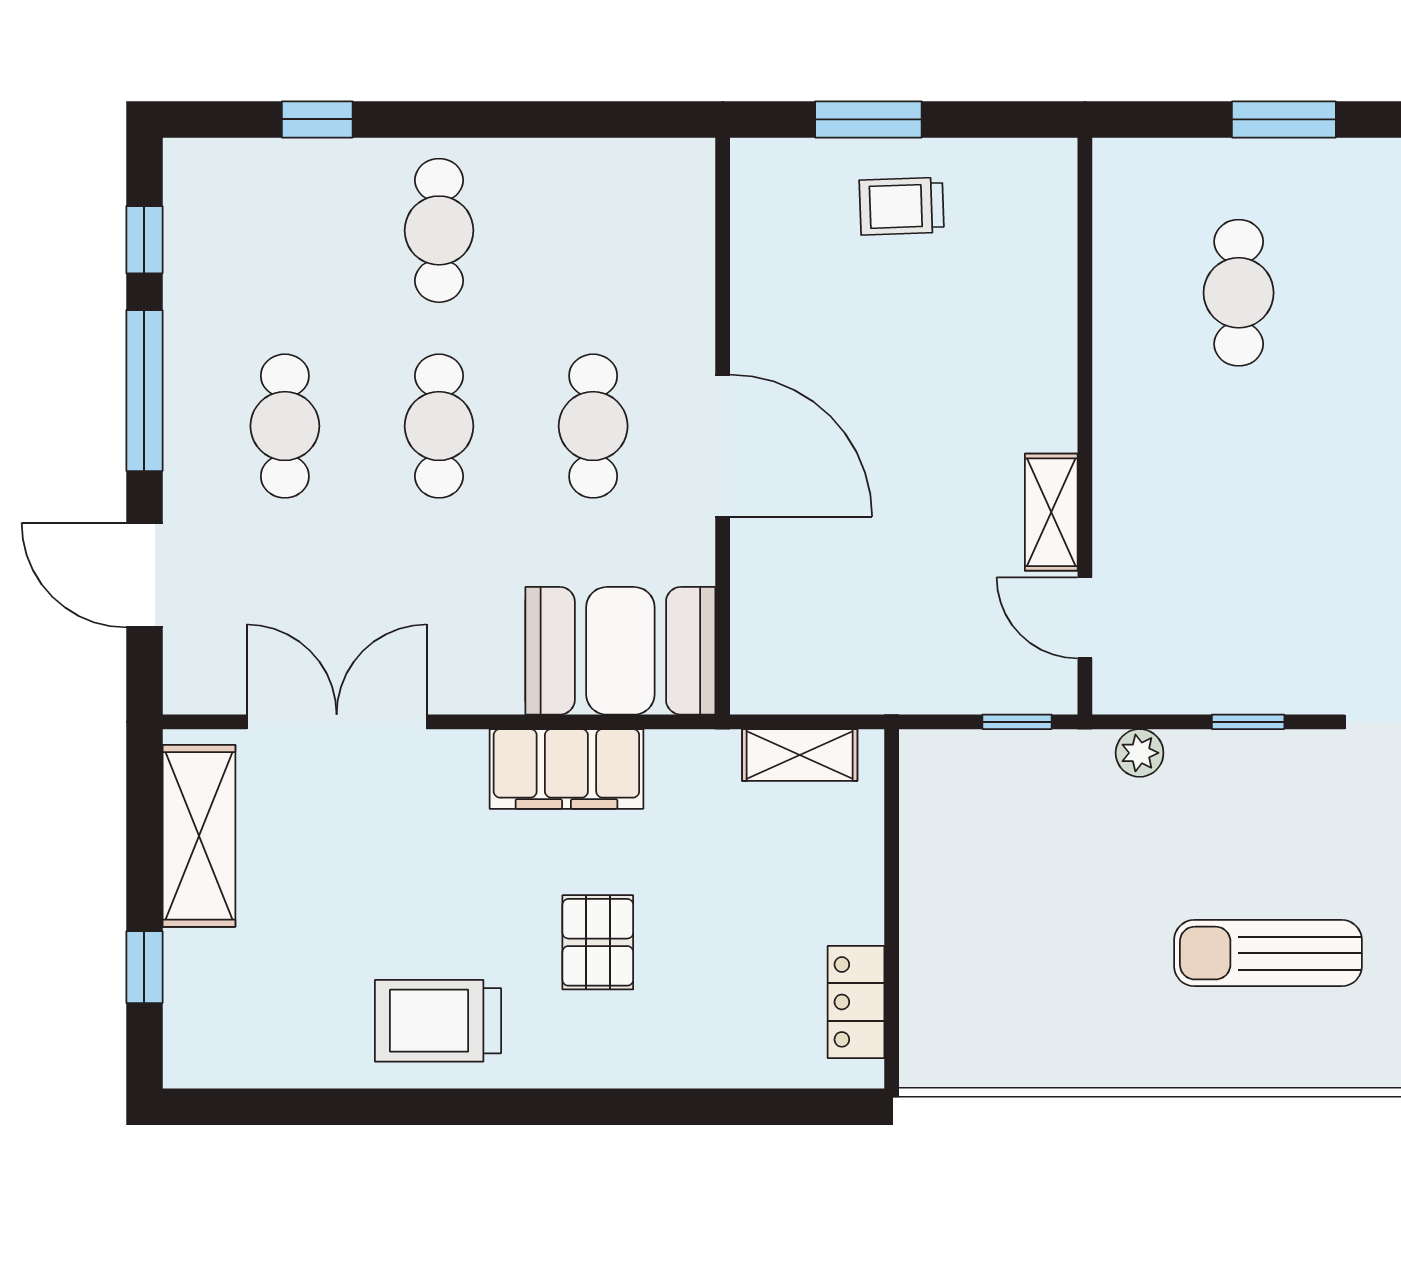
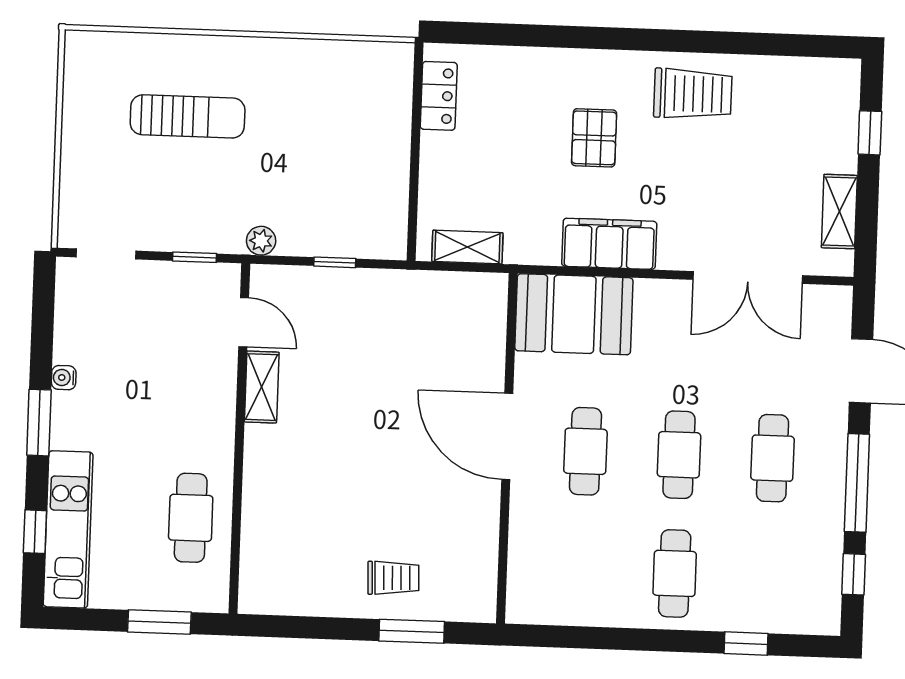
wall: (1085, 426) -> (239, 439), moved
shelving: (1051, 512) -> (262, 387), moved
door: (1085, 618) -> (244, 322), moved
shelving: (199, 836) -> (839, 212), width x0.67, depth x0.75

